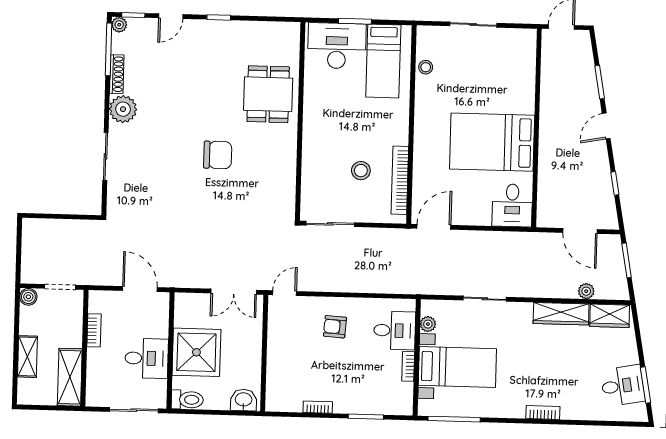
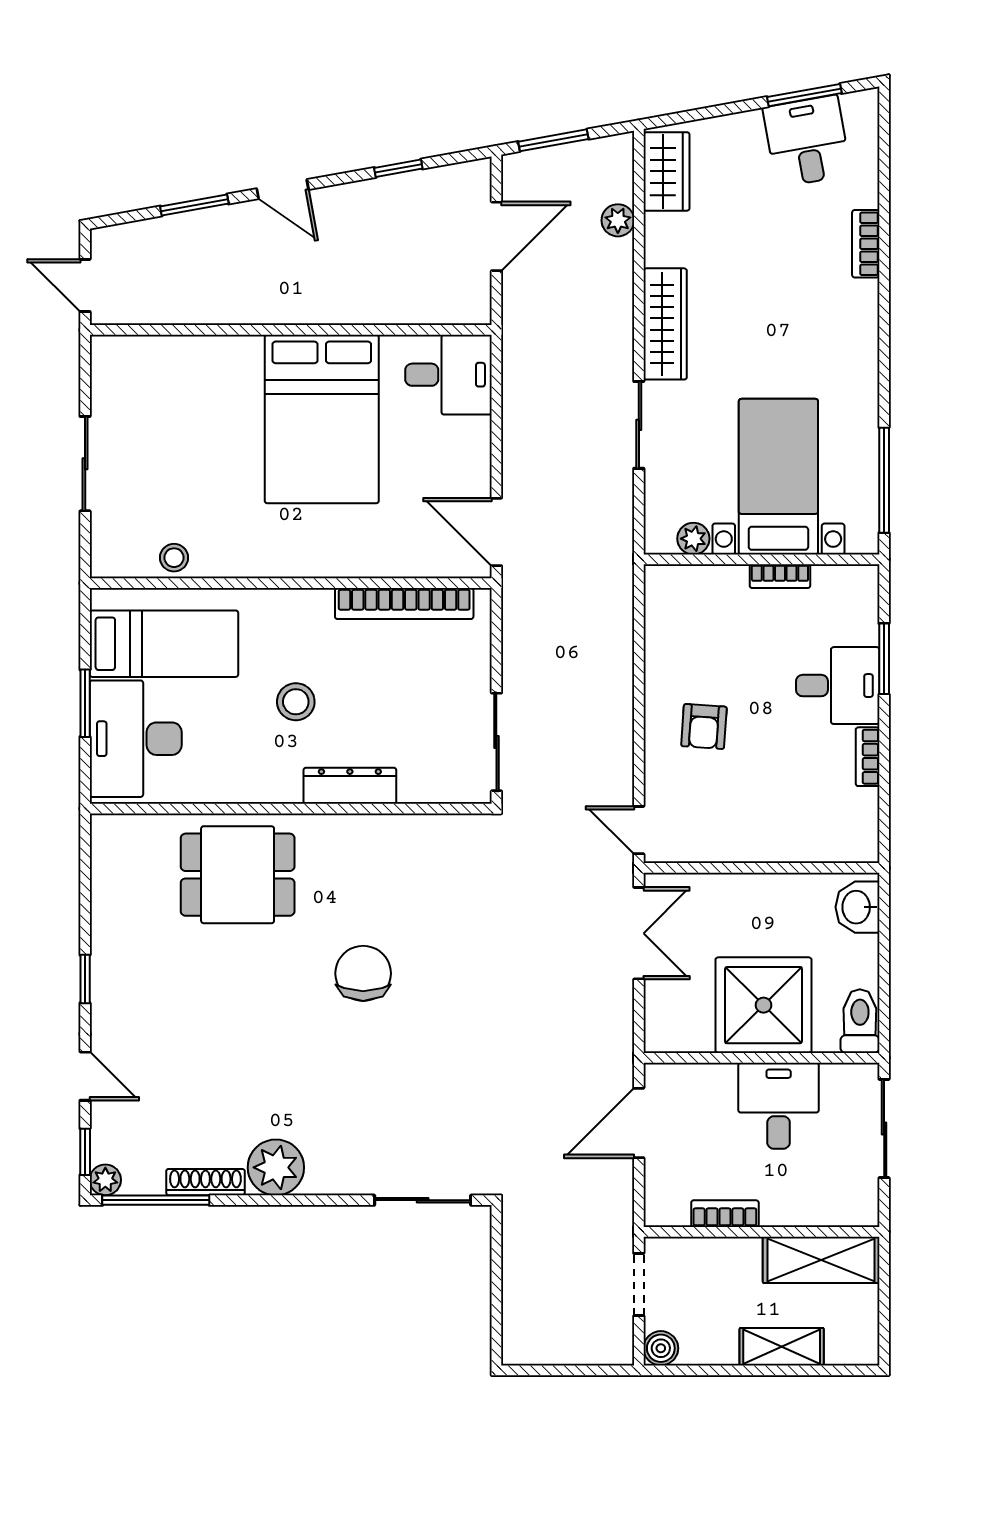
dresser: (311, 151) -> (350, 786), added
sliding door: (105, 156) -> (423, 1200), moved
stool: (361, 171) -> (296, 702), moved
wardrobe: (561, 314) -> (665, 324), moved
desk: (395, 330) -> (838, 686), moved, turned 90
bookcase: (543, 413) -> (866, 244), moved

